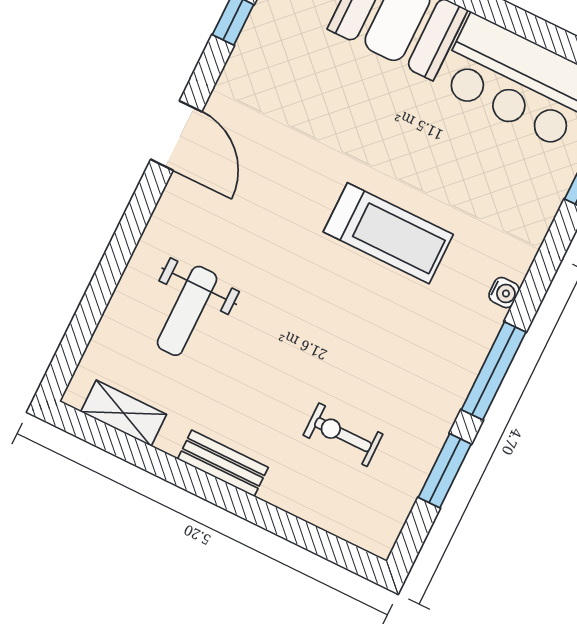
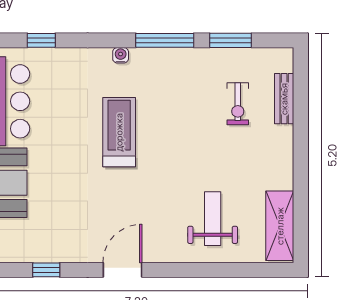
weight bench: (187, 311) -> (213, 219), turned -90
shelving: (124, 413) -> (280, 226), width x1.50, depth x1.33
bench: (223, 463) -> (284, 99), moved

